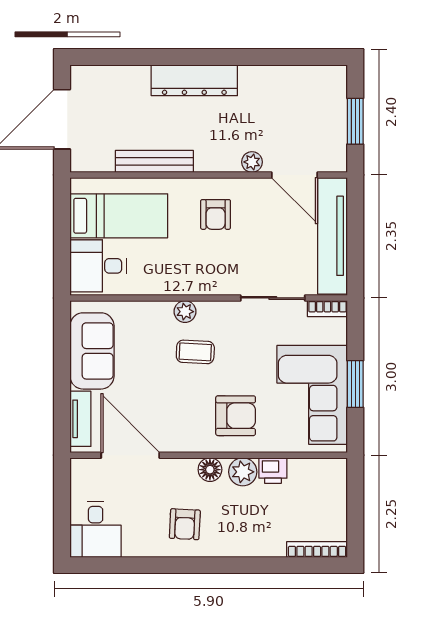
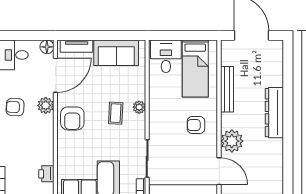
plant: (252, 162) -> (232, 141), width x1.88, depth x1.88
door: (295, 175) -> (219, 171), swing flipped
armchair: (236, 416) -> (72, 118), moved
floor lamp: (210, 470) -> (47, 47), moved
printer: (273, 471) -> (46, 174), moved
plant: (243, 472) -> (46, 105), moved

